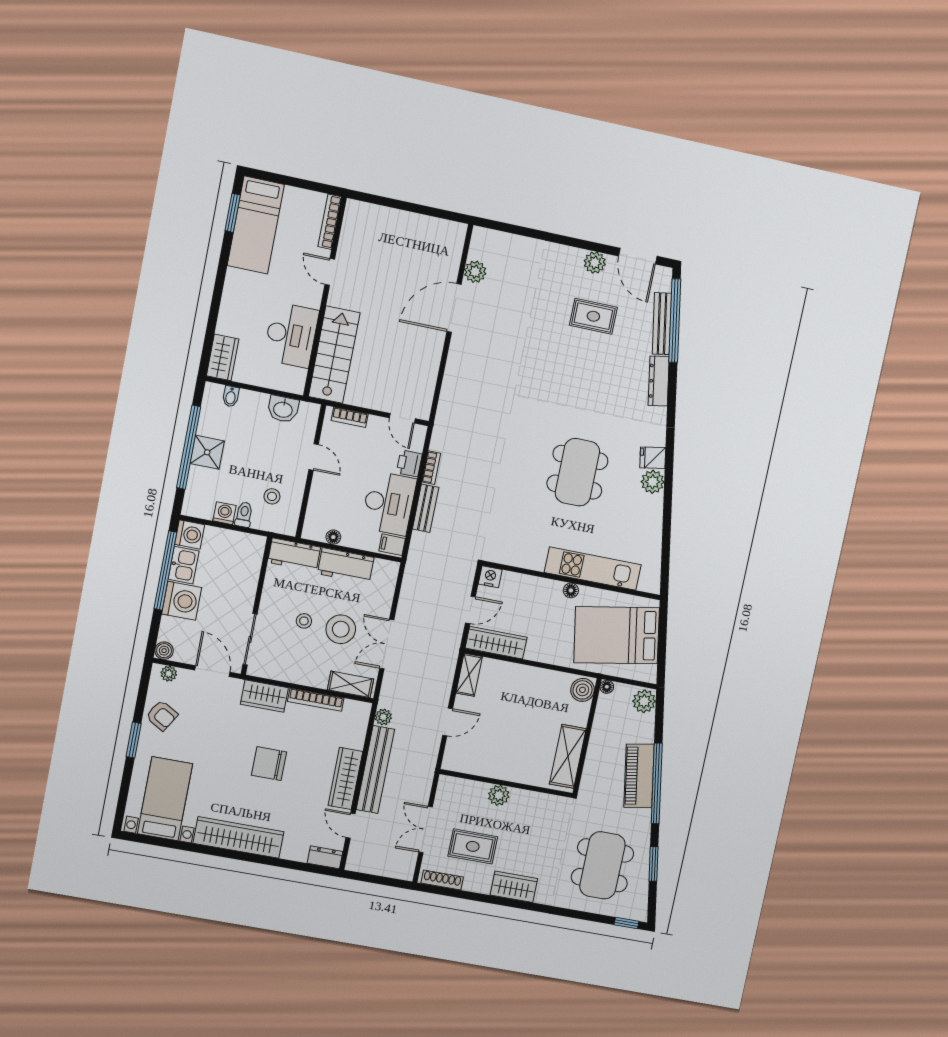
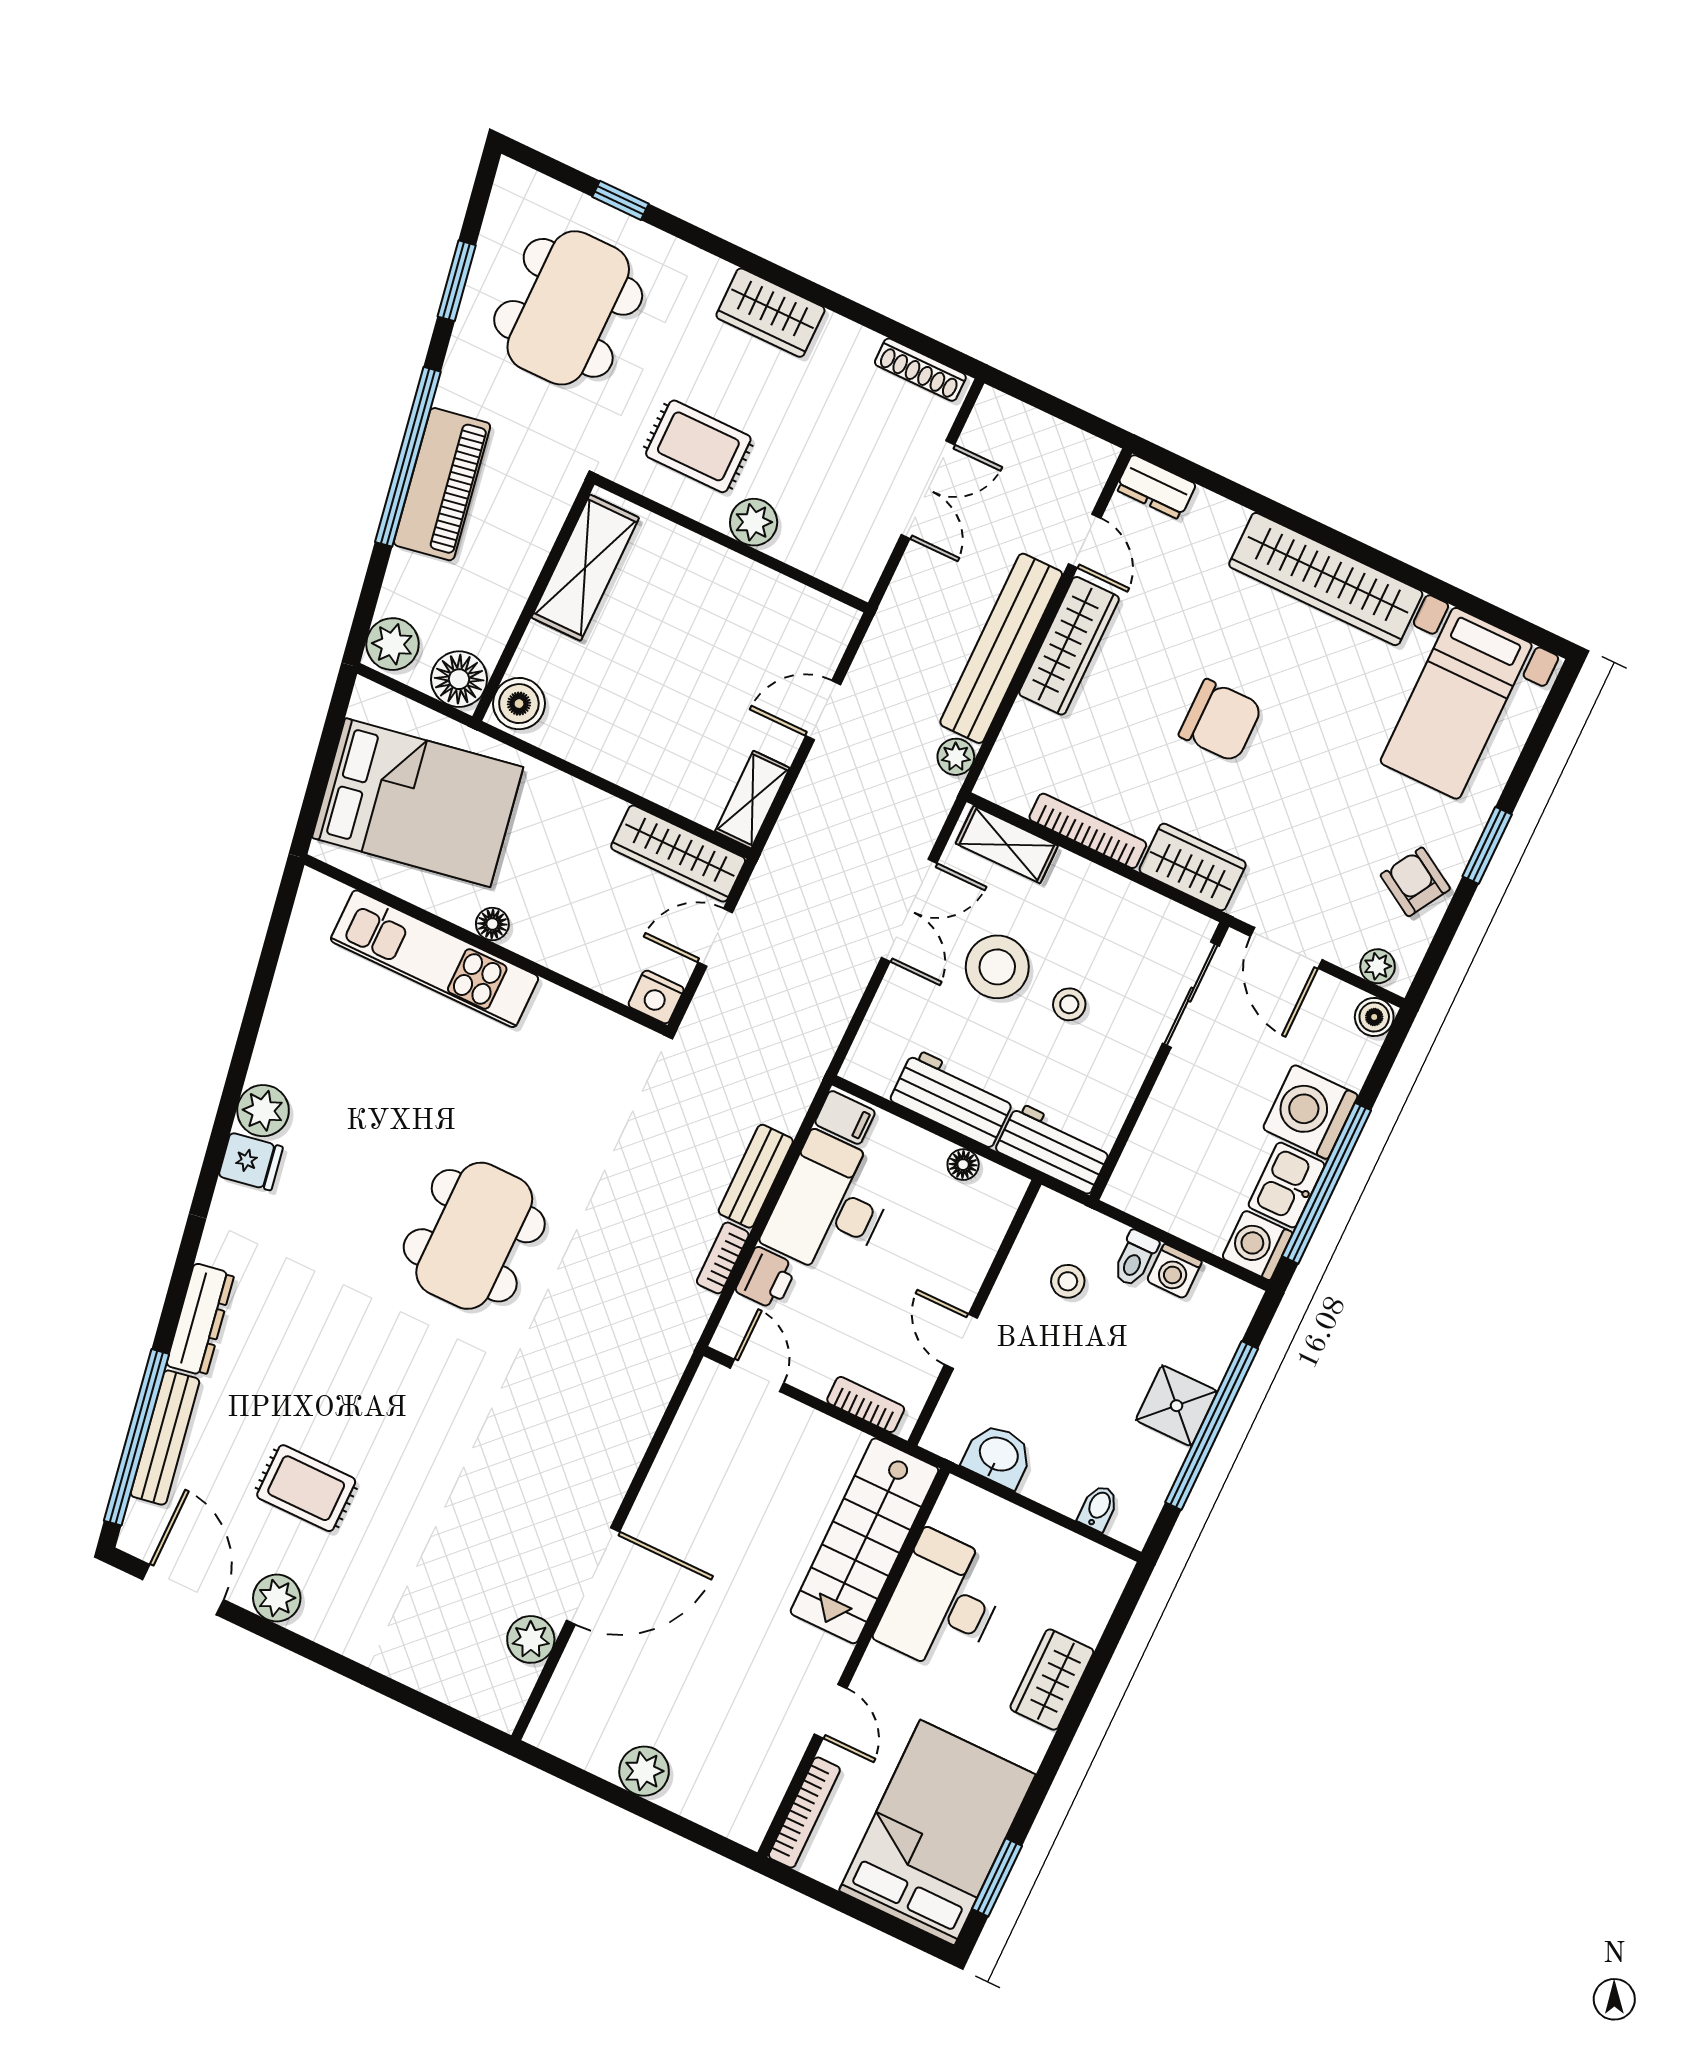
plant: (408, 223) -> (644, 1771), added
bed: (256, 225) -> (937, 1833), width x1.50
wardrobe: (223, 357) -> (1052, 1680), moved
dining table: (577, 472) -> (474, 1236), moved
floor lamp: (607, 687) -> (459, 679), width x1.89, depth x1.89
rug: (473, 846) -> (698, 446), moved
window: (626, 923) -> (620, 200), moved

